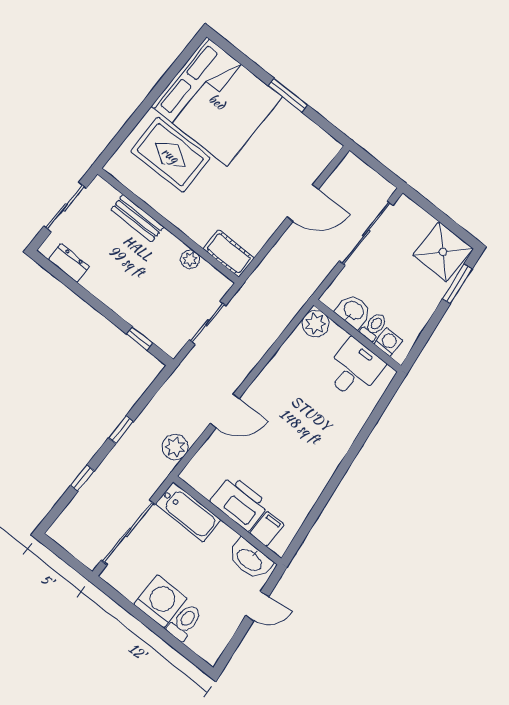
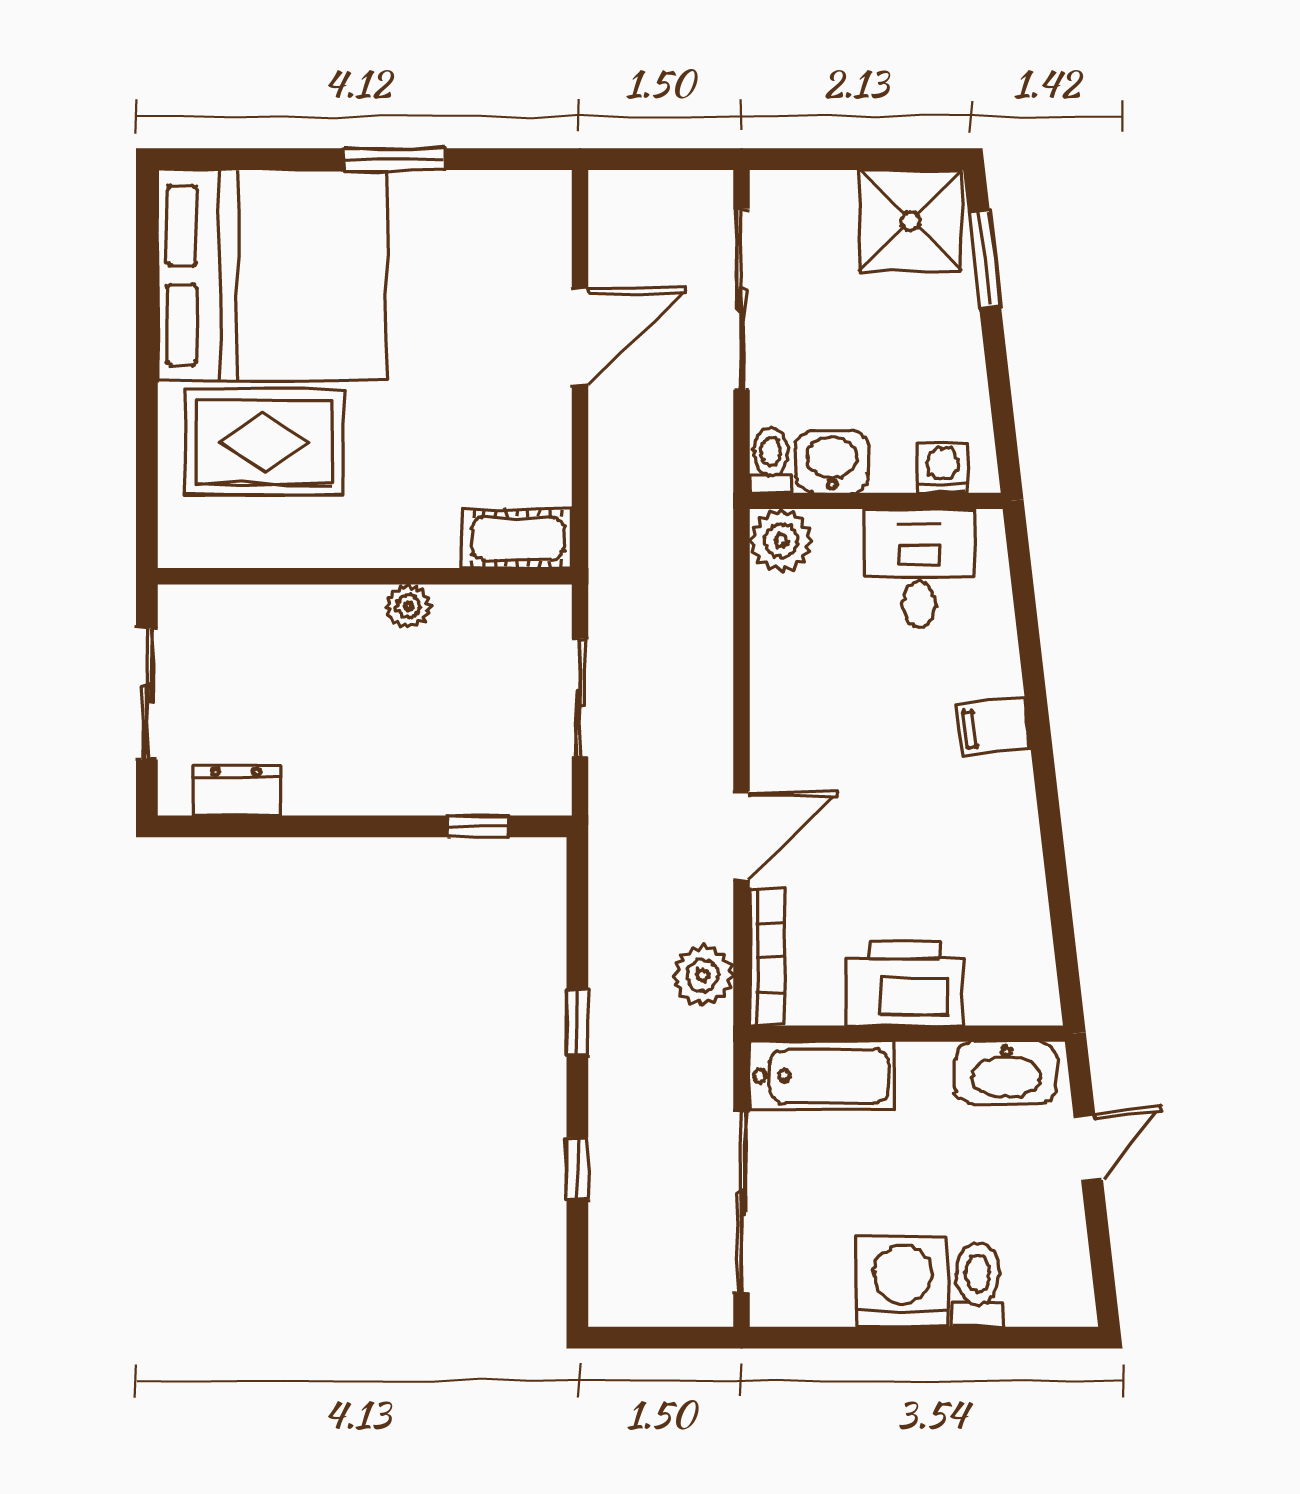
bench: (137, 218) -> (297, 608), removed
plant: (190, 259) -> (408, 606), moved
toilet: (374, 327) -> (771, 460), moved
bookcase: (201, 458) -> (767, 957), added
filing cabinet: (267, 529) -> (994, 727), moved, turned -97

